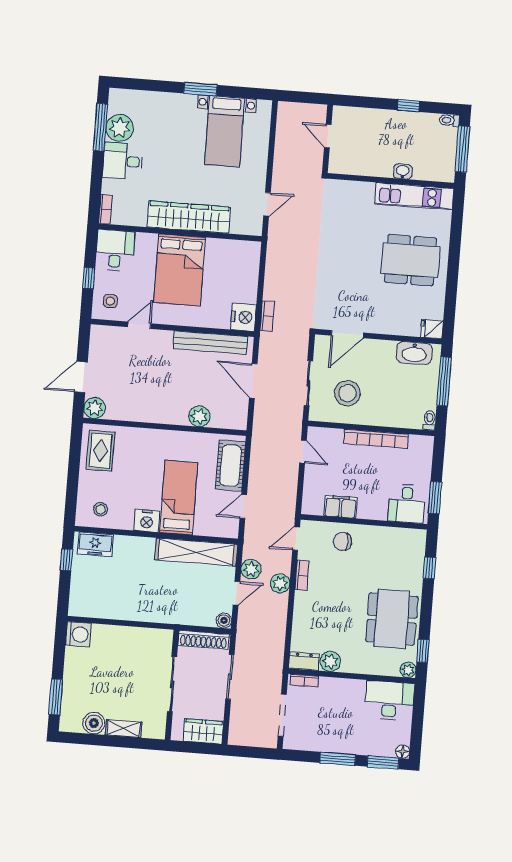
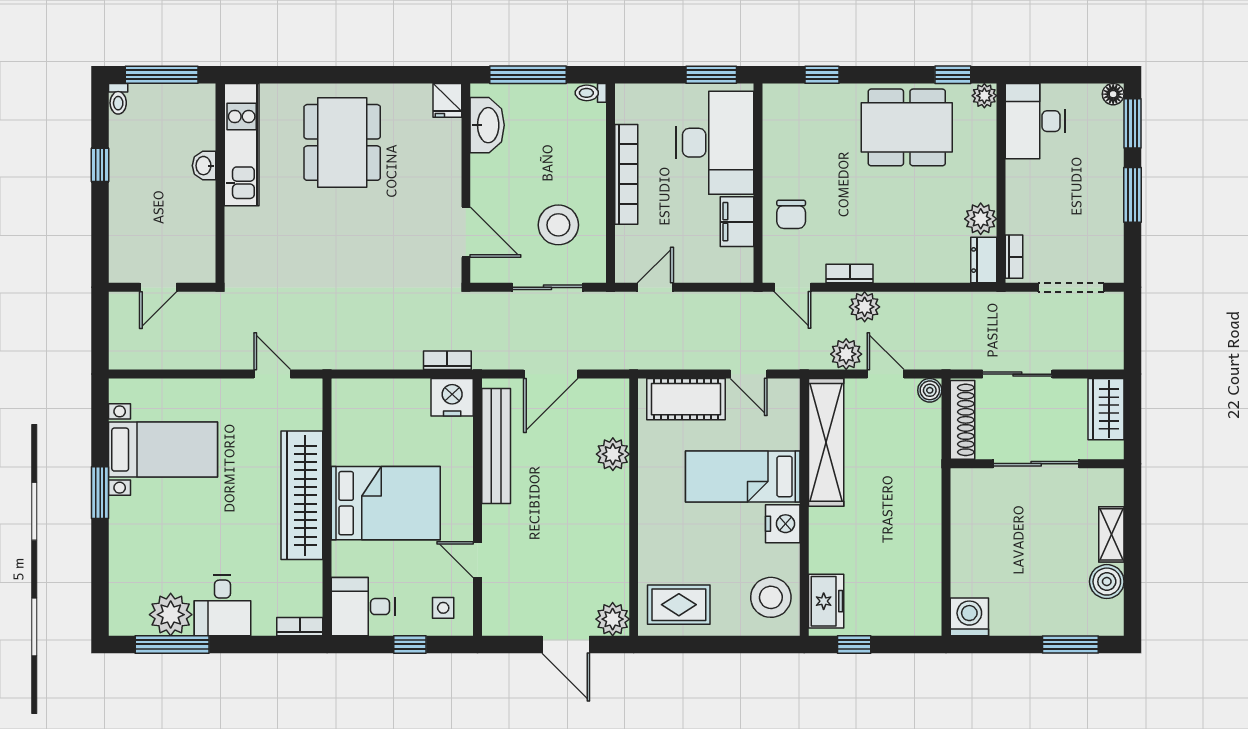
desk: (407, 504) -> (715, 143), width x1.87, depth x1.30
stool: (101, 509) -> (771, 597), width x1.89, depth x1.89

